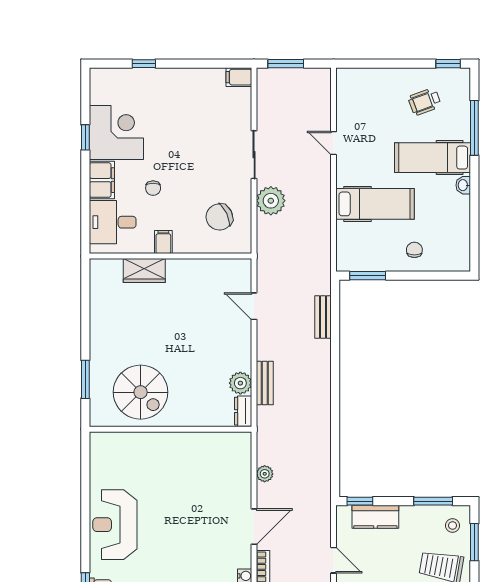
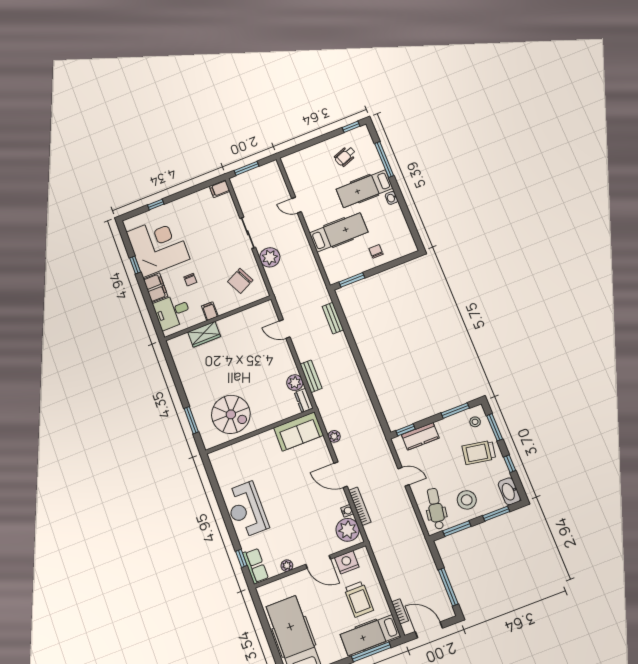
corner desk: (116, 132) -> (158, 246), width x1.36, depth x1.36
sofa: (221, 449) -> (299, 431), added
door: (254, 527) -> (341, 475), swing flipped

